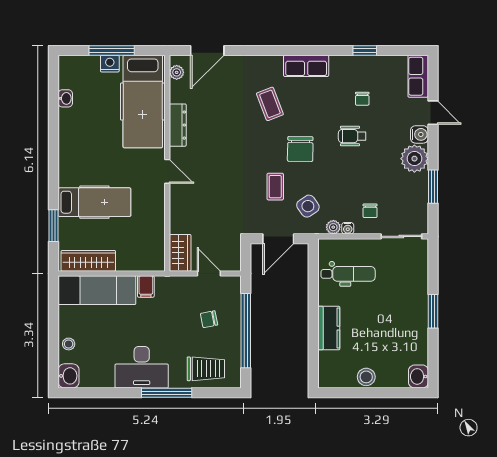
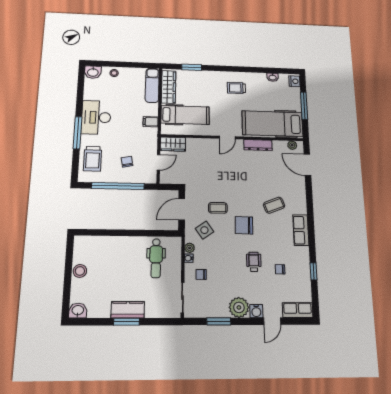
nightstand: (110, 64) -> (294, 81), moved
trolley: (86, 156) -> (236, 88), added
hospital bed: (94, 202) -> (185, 115), moved, turned -90
door: (278, 239) -> (182, 209), hinge flipped
exam couch: (97, 290) -> (152, 85), width x0.73, depth x0.69
kitchen counter: (329, 328) -> (128, 310), moved, turned 180

